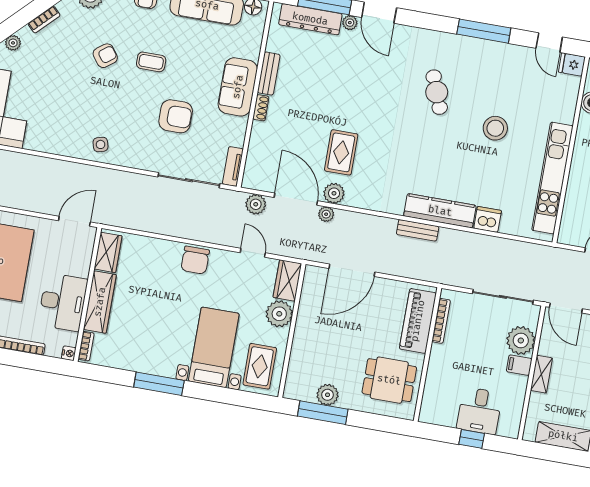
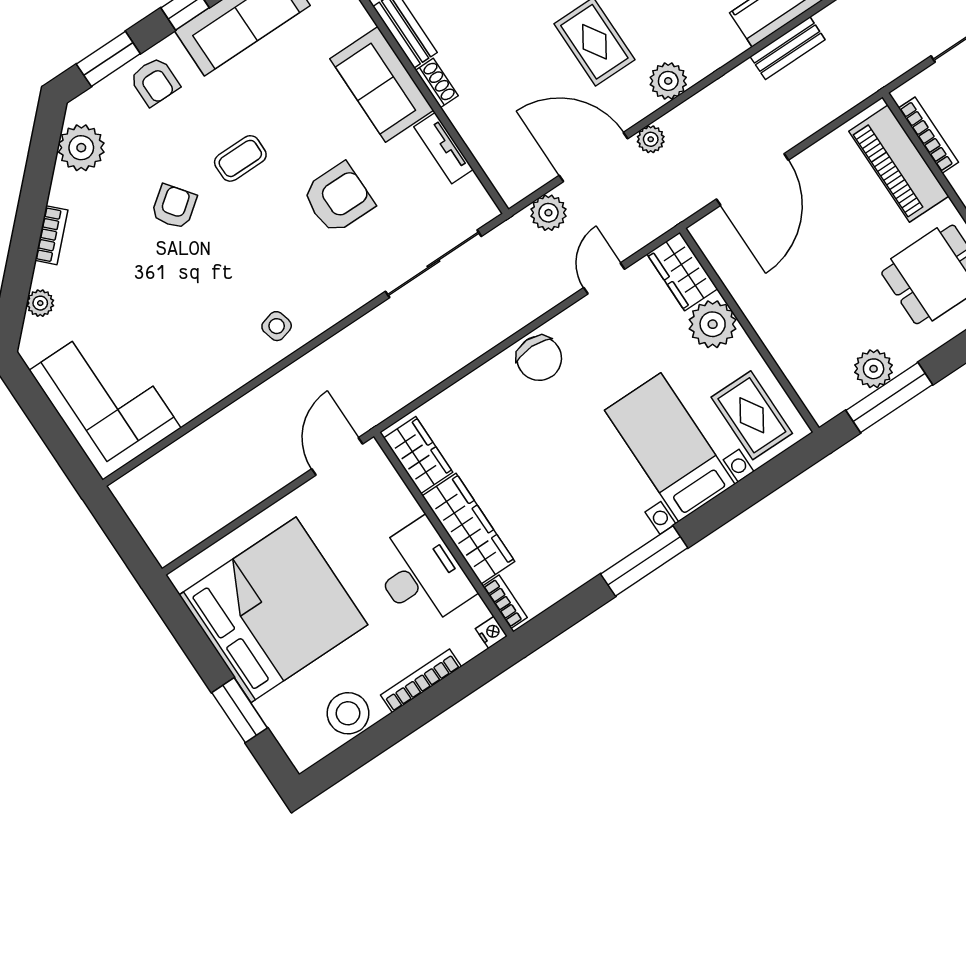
tv unit: (233, 166) -> (443, 148), moved
plant: (334, 193) -> (668, 81), moved
door: (253, 253) -> (604, 278), hinge flipped

